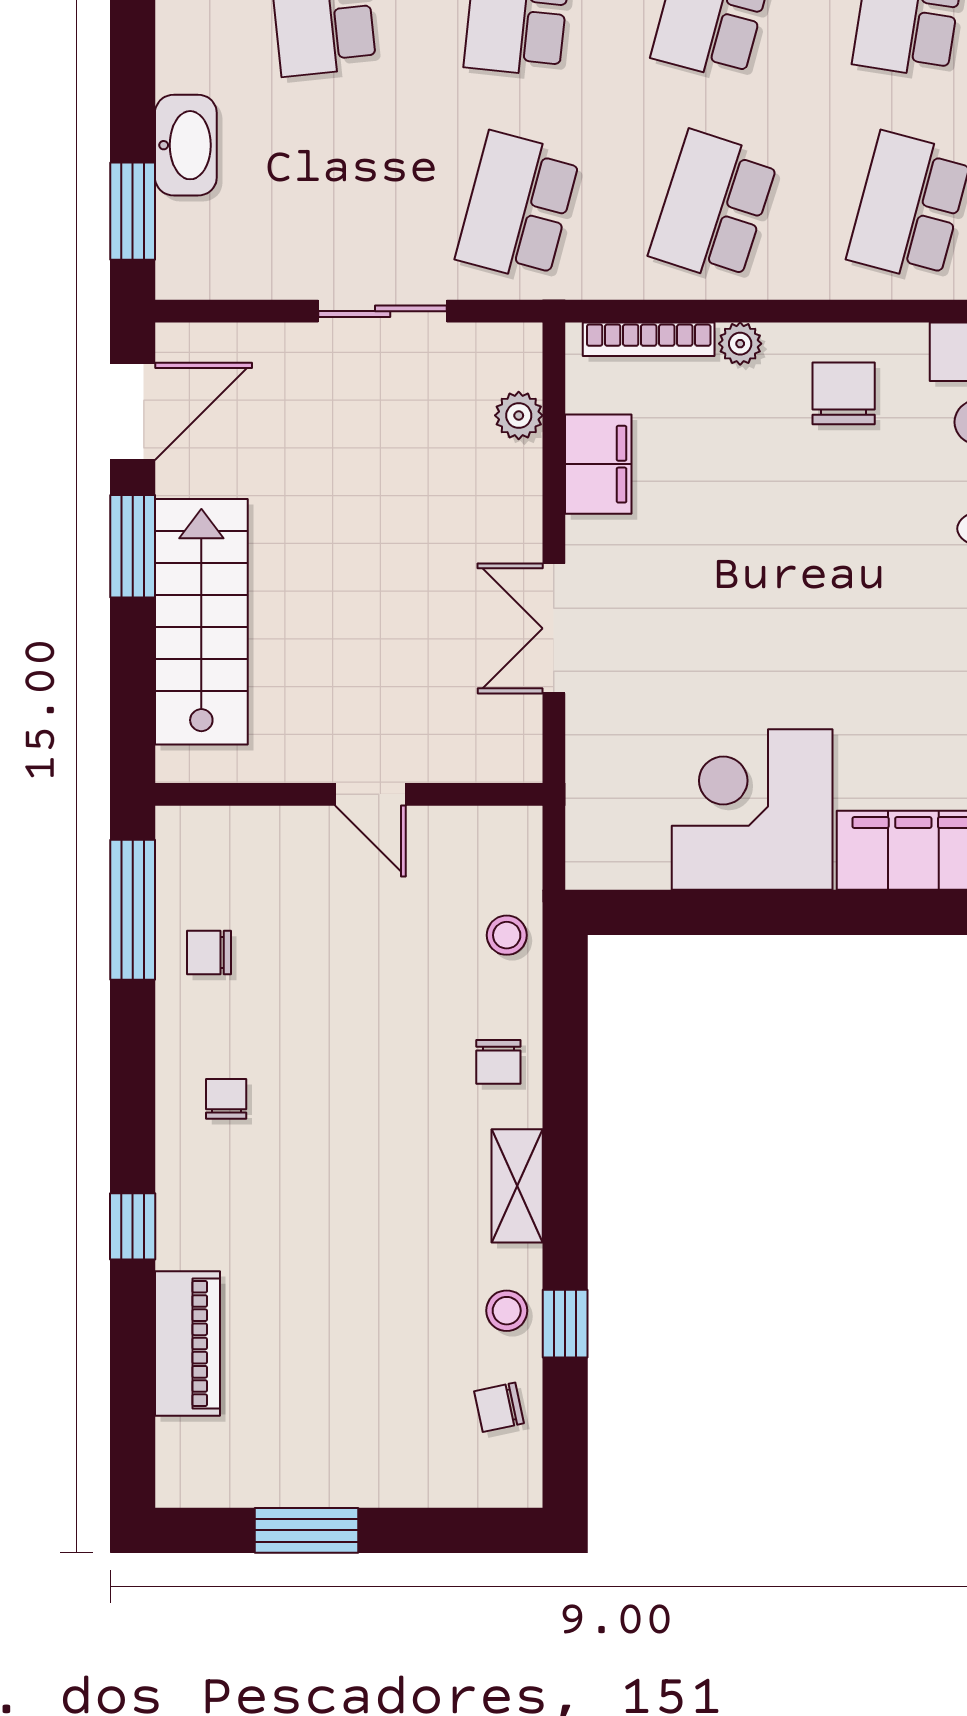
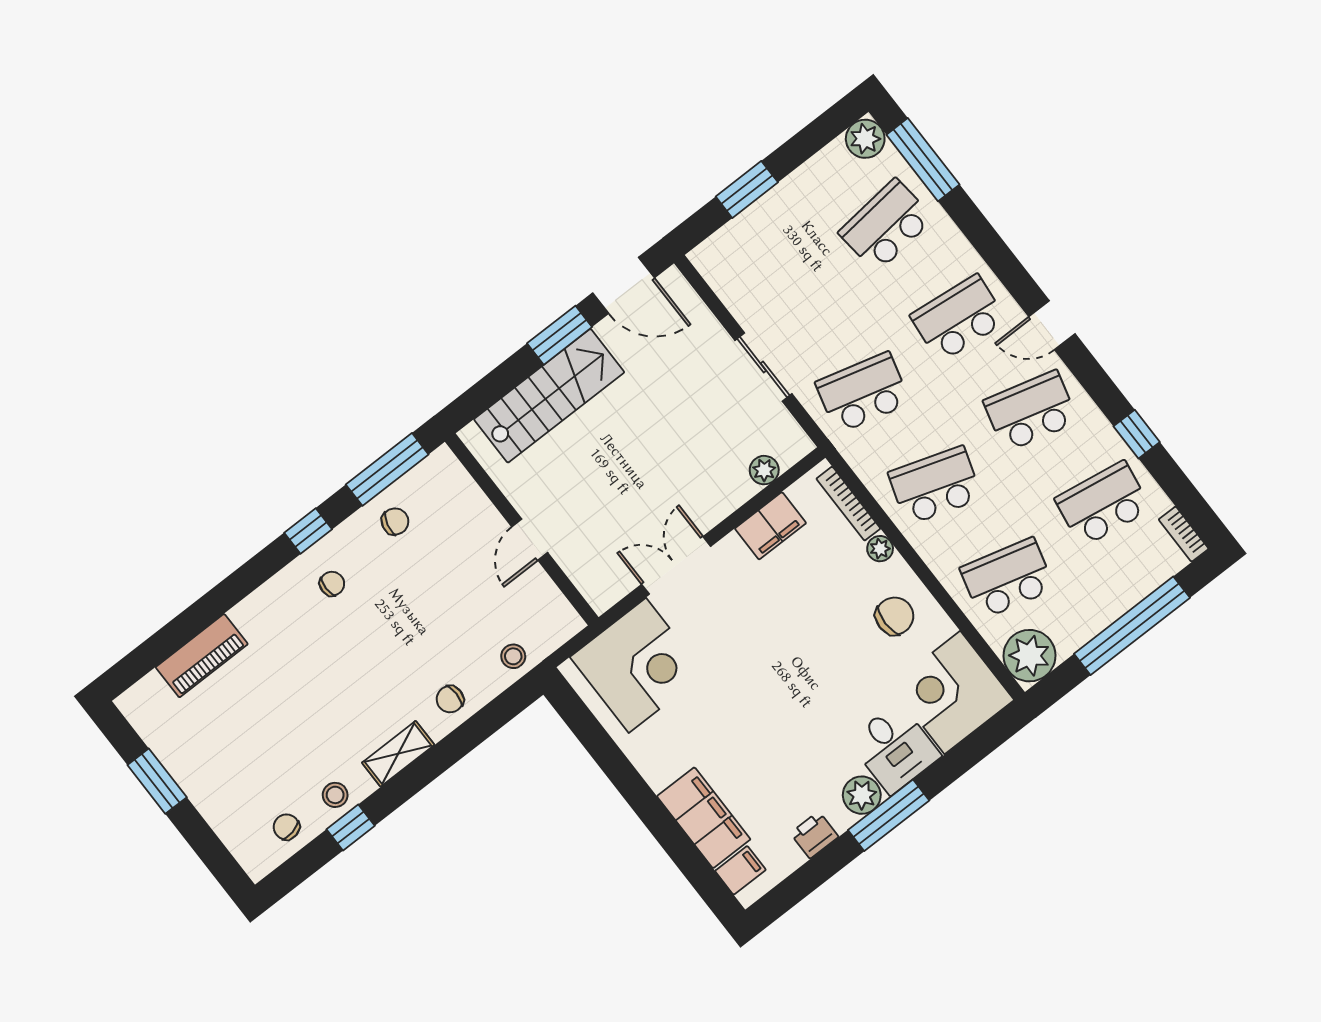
washbasin: (186, 145) -> (769, 212), removed
window: (133, 211) -> (747, 189), moved
corner desk: (752, 809) -> (637, 665), moved, turned 90
chair: (209, 953) -> (395, 521), turned 104
window: (133, 1226) -> (308, 531), moved

